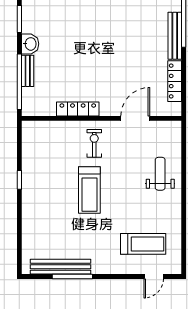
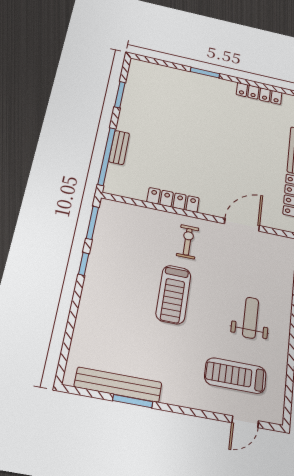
washbasin: (30, 44) -> (128, 121), removed
window: (19, 144) -> (92, 223), added
weight bench: (160, 174) -> (251, 318), moved
treadmill: (143, 244) -> (235, 376), turned 180
window: (72, 276) -> (133, 401), width x0.69

